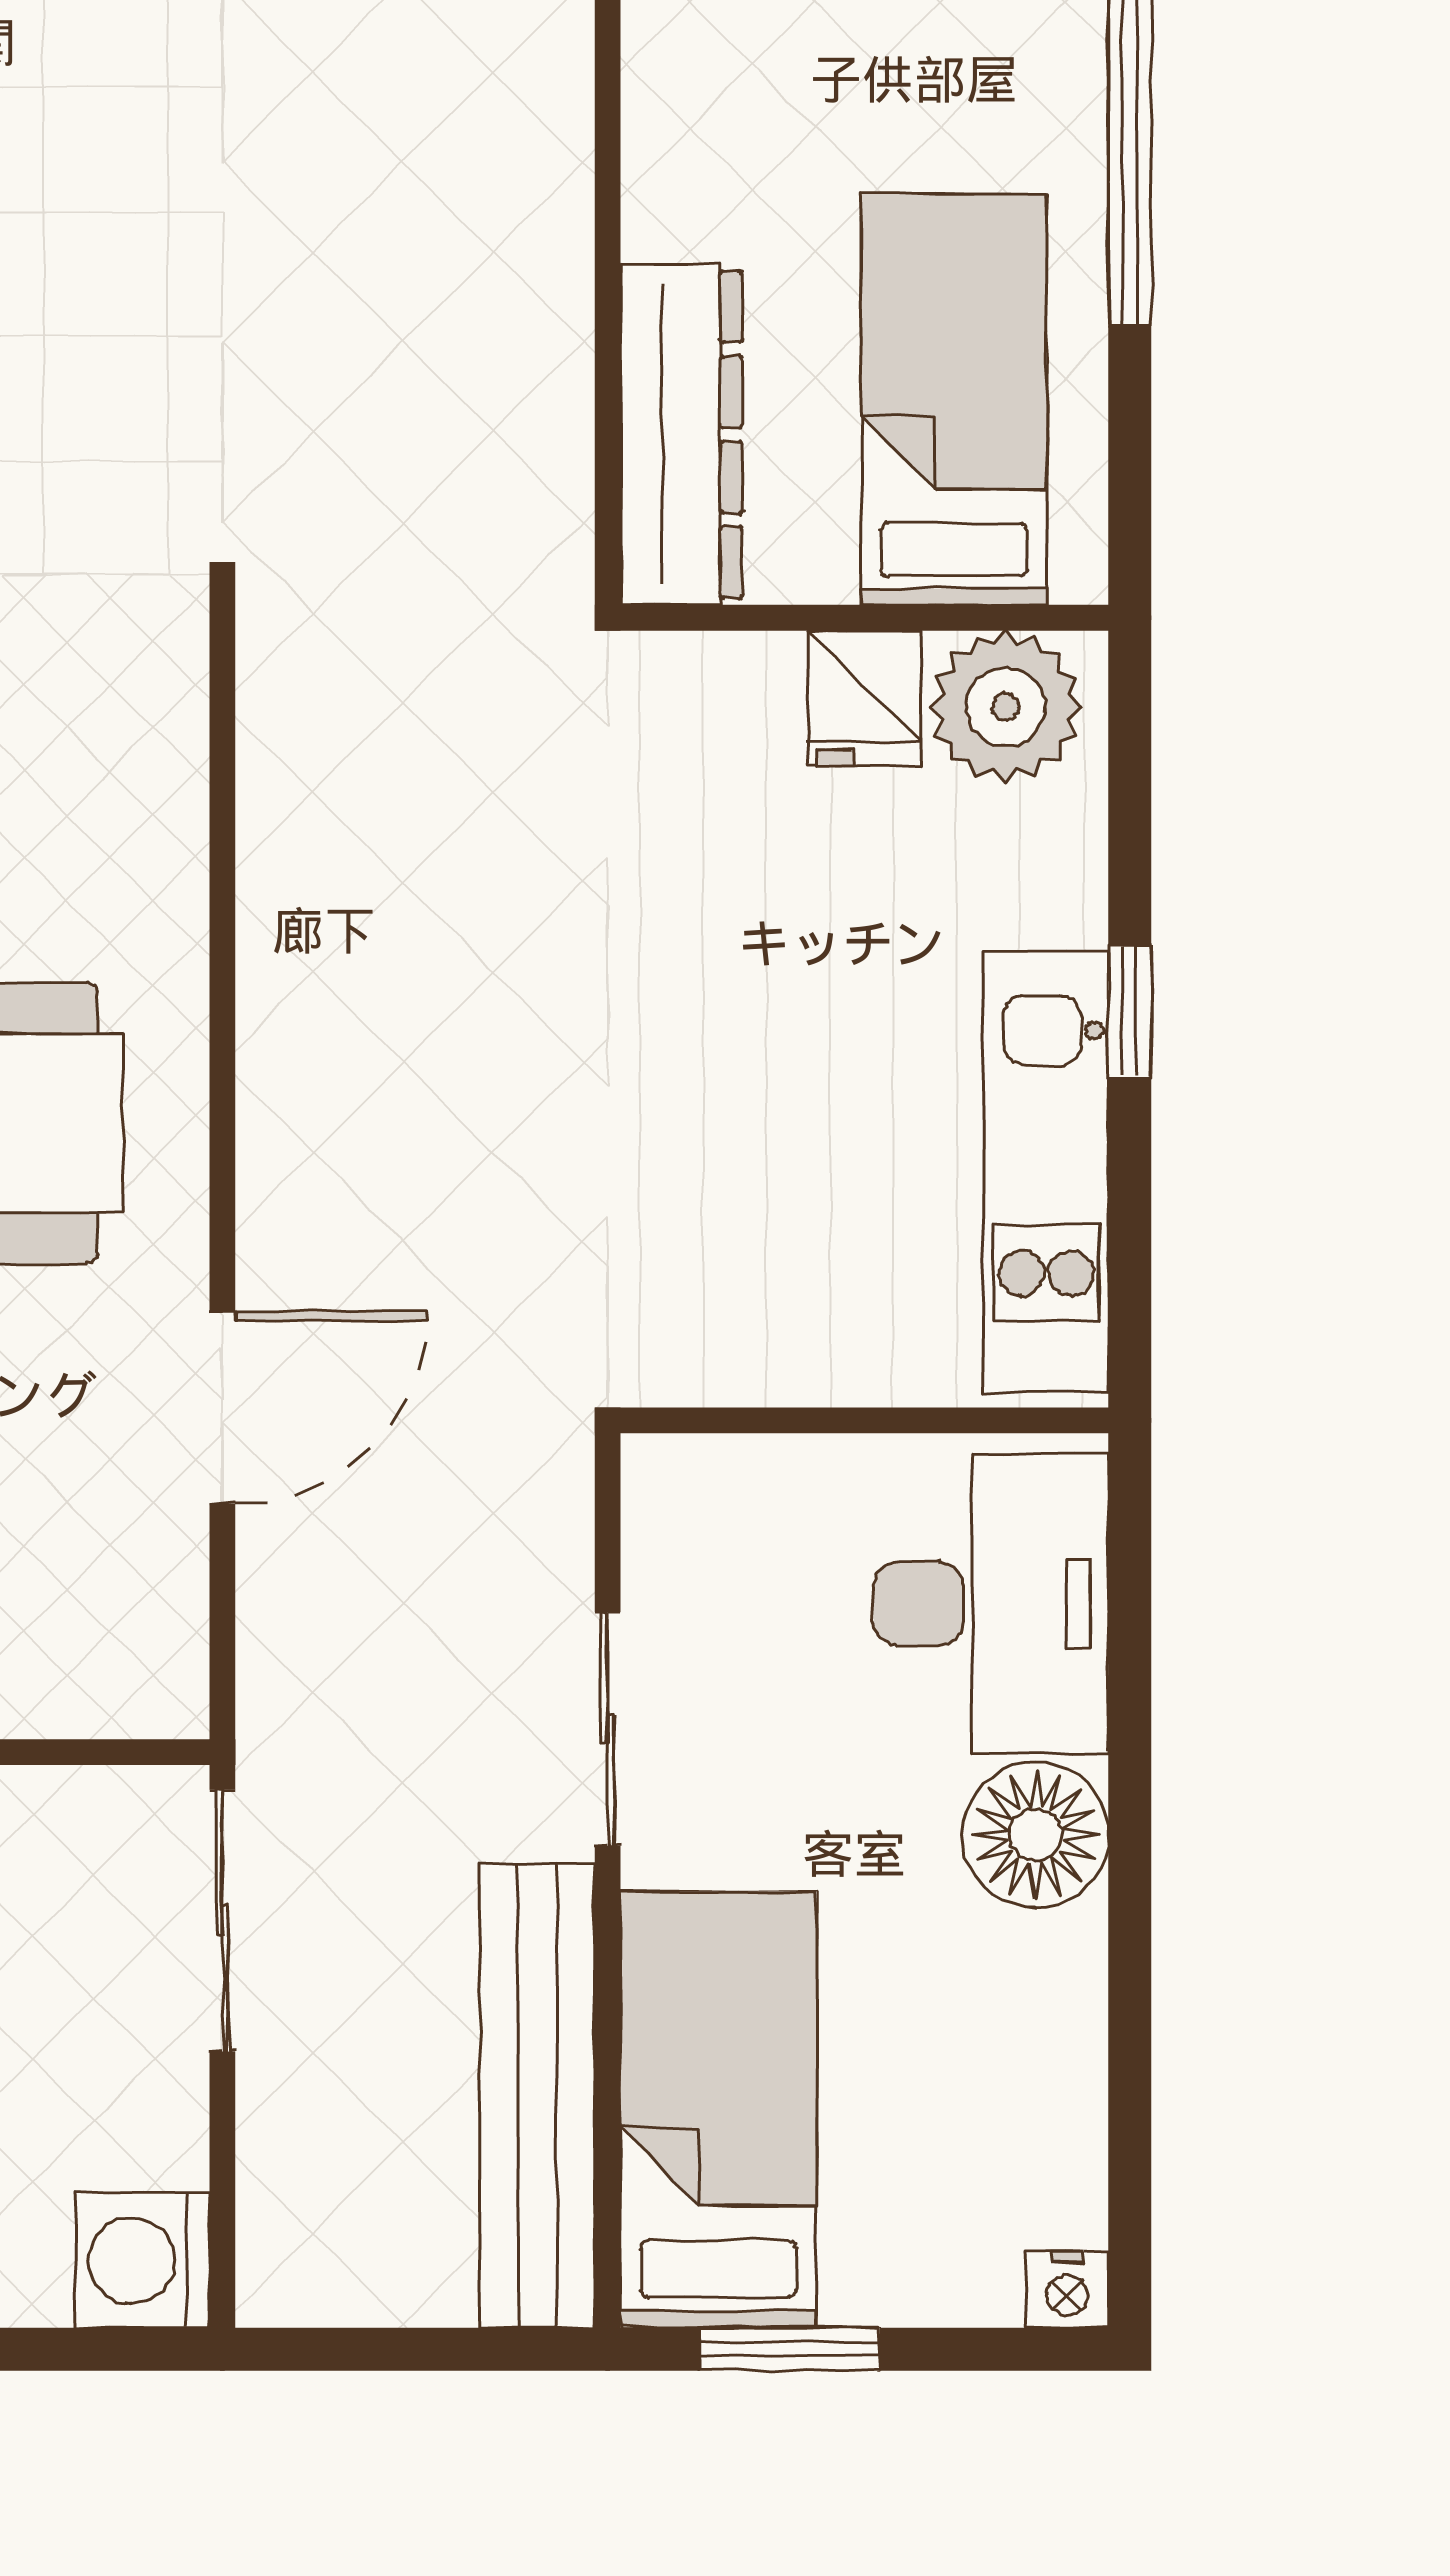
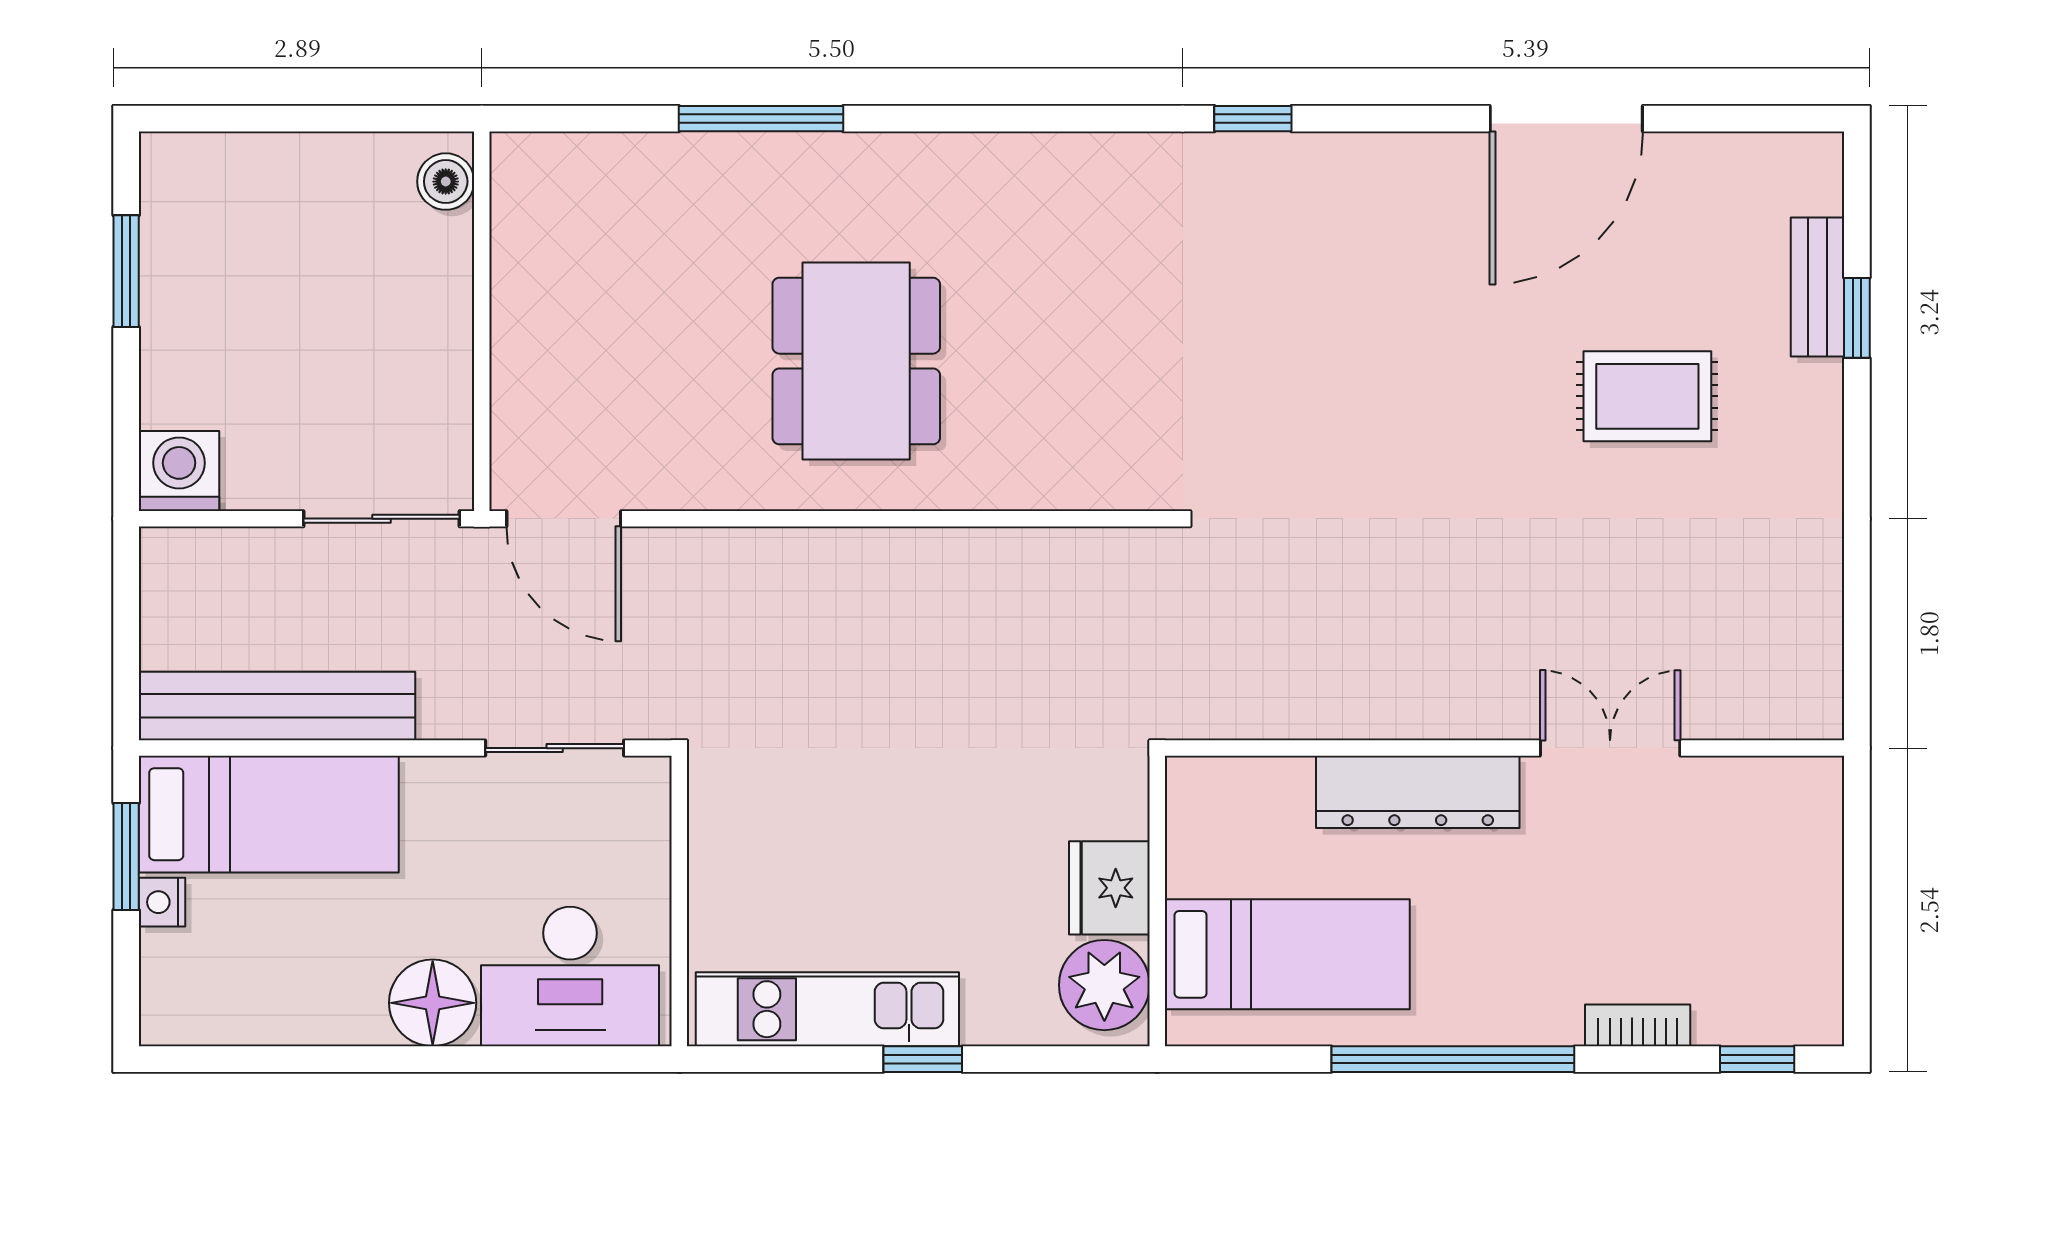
dresser: (681, 434) -> (1418, 792), moved
fridge: (864, 698) -> (1109, 888), width x1.38
door: (222, 1407) -> (564, 519), moved
sliding door: (608, 1729) -> (555, 748), moved
nightstand: (1067, 2289) -> (162, 902), moved

